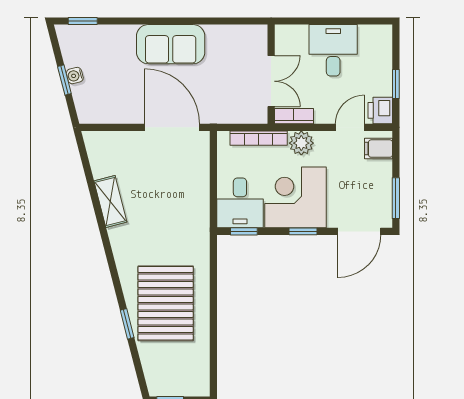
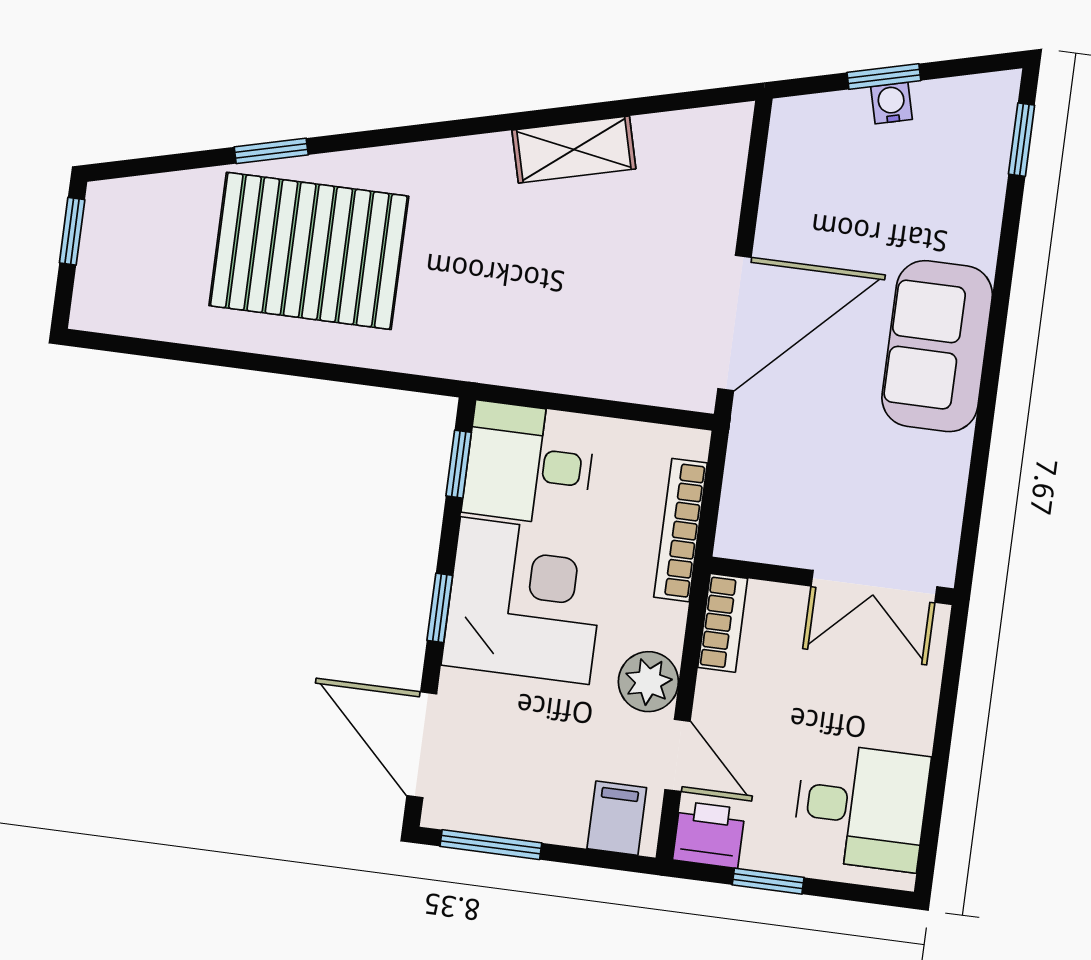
desk: (333, 50) -> (861, 807), moved
double door: (271, 81) -> (874, 586), moved
plant: (301, 143) -> (648, 682), moved

